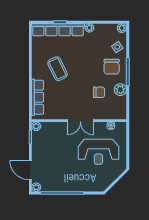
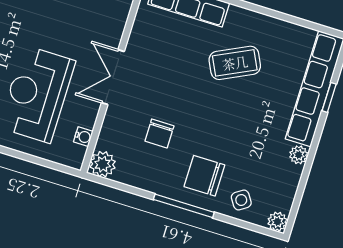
plant: (120, 90) -> (103, 164), moved

